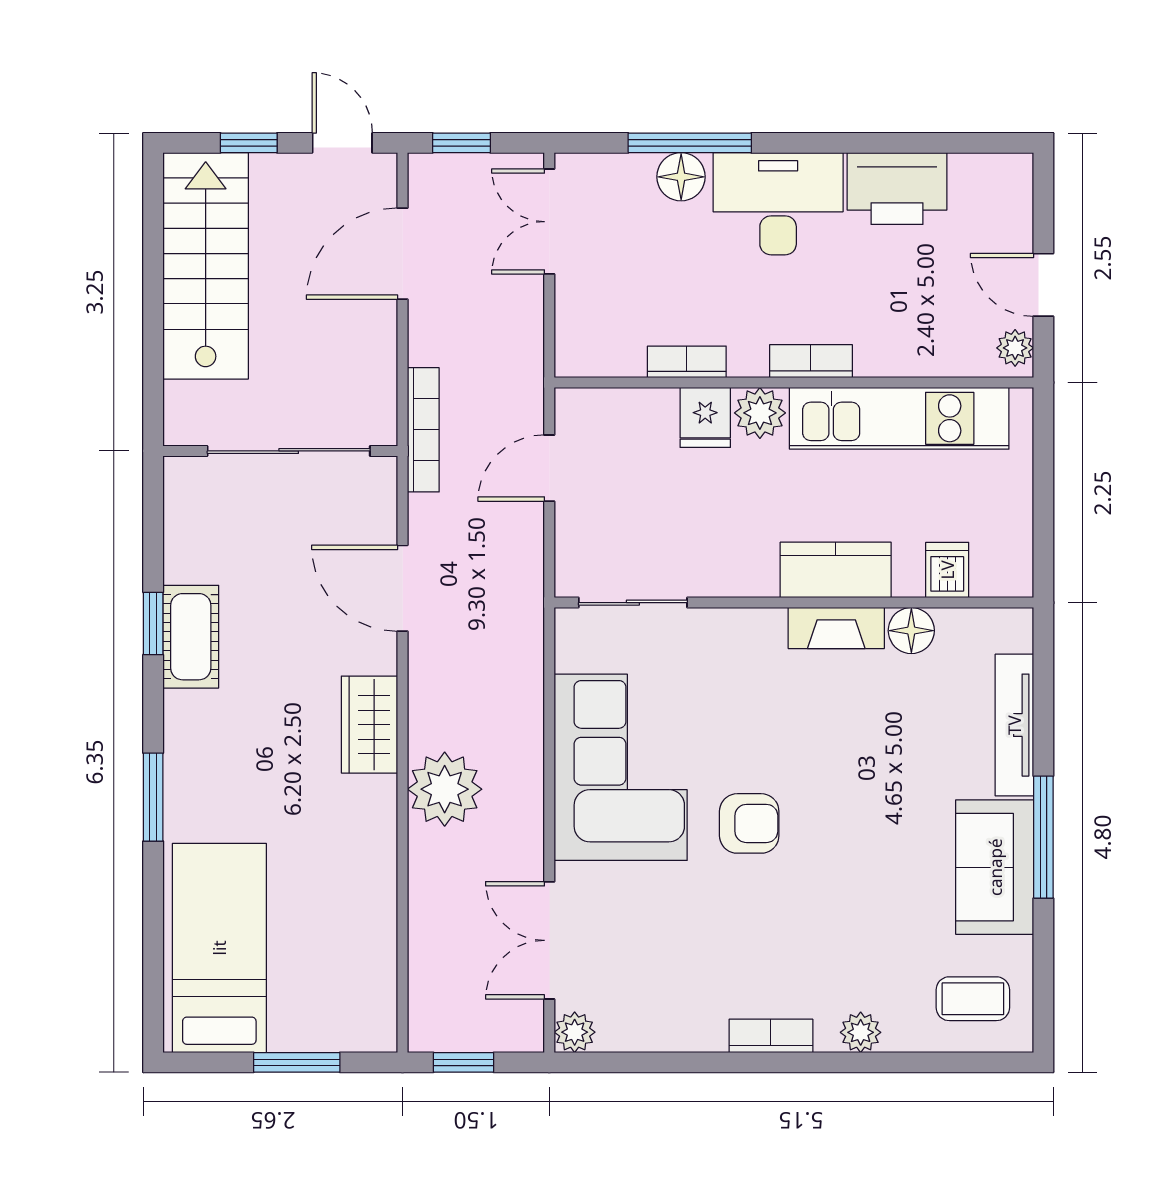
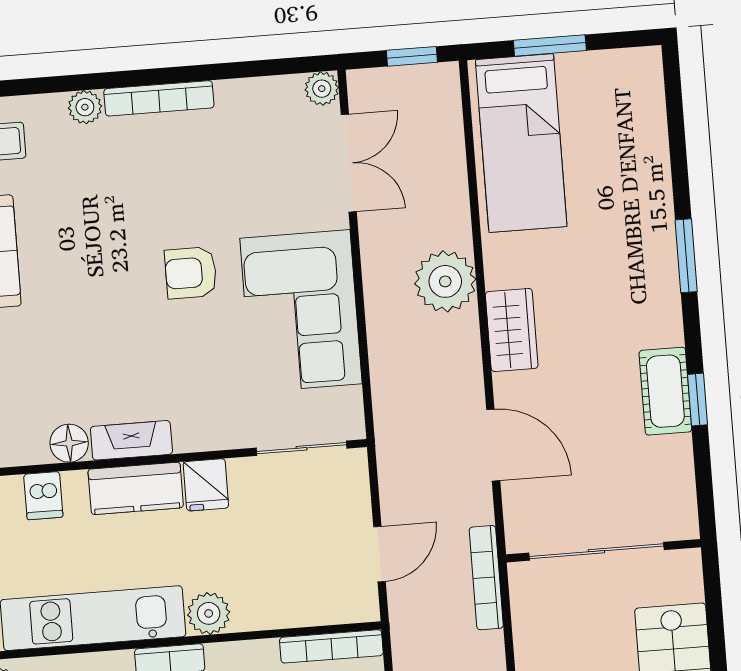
bookcase: (687, 362) -> (331, 646), moved, width x1.56
fridge: (705, 417) -> (206, 485), moved, turned 180
bed: (219, 948) -> (521, 143), moved
bookcase: (771, 1036) -> (159, 98), width x1.56

